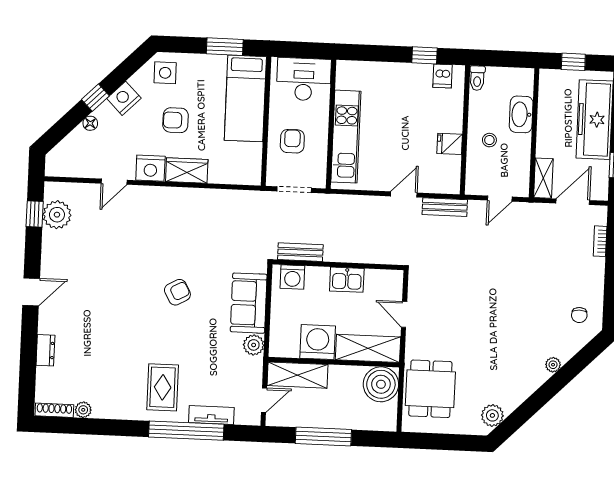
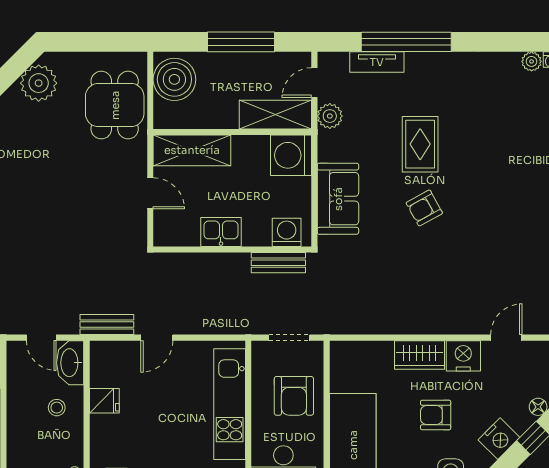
washbasin: (521, 114) -> (70, 363), moved, turned 180
armchair: (176, 120) -> (436, 415), turned 180
armchair: (292, 141) -> (294, 396), width x1.38, depth x1.38
door: (500, 199) -> (41, 338), swing flipped
washing machine: (318, 342) -> (291, 155), moved, turned 90
plant: (254, 345) -> (330, 116), moved
boiler: (381, 384) -> (174, 79), moved
rug: (163, 387) -> (420, 144), moved
plant: (492, 415) -> (39, 83), width x1.36, depth x1.36

